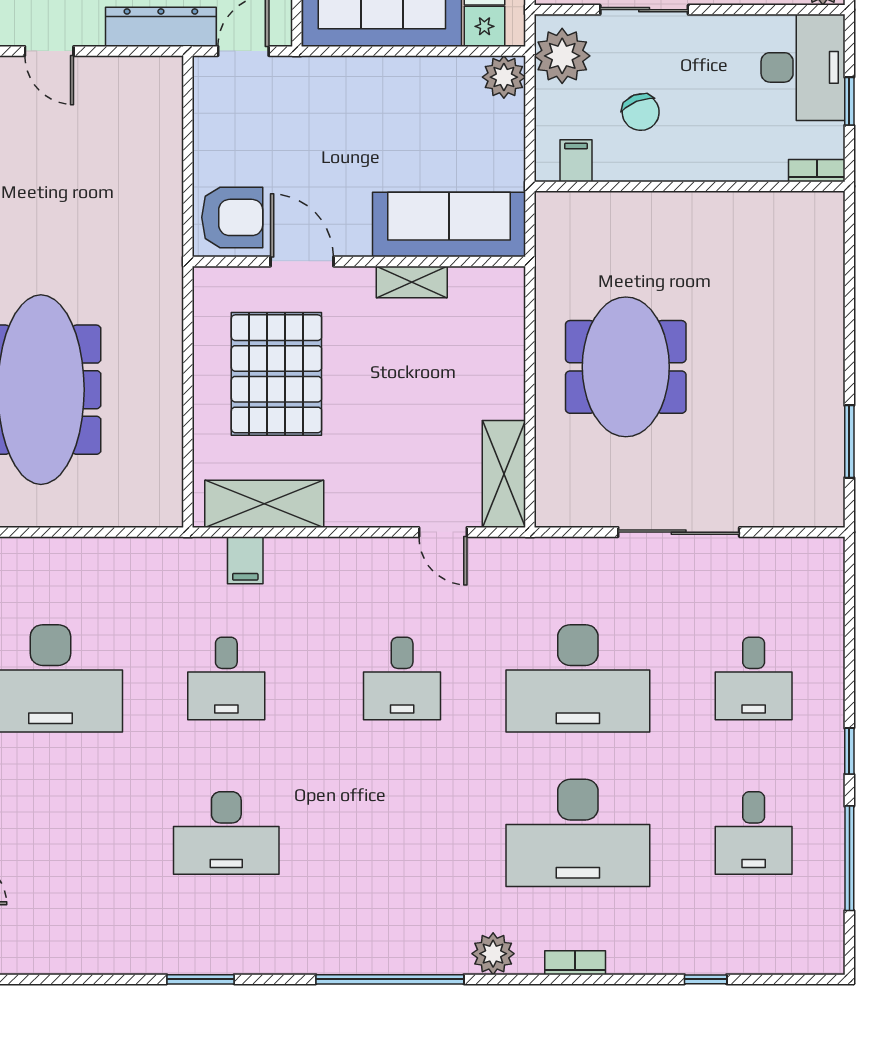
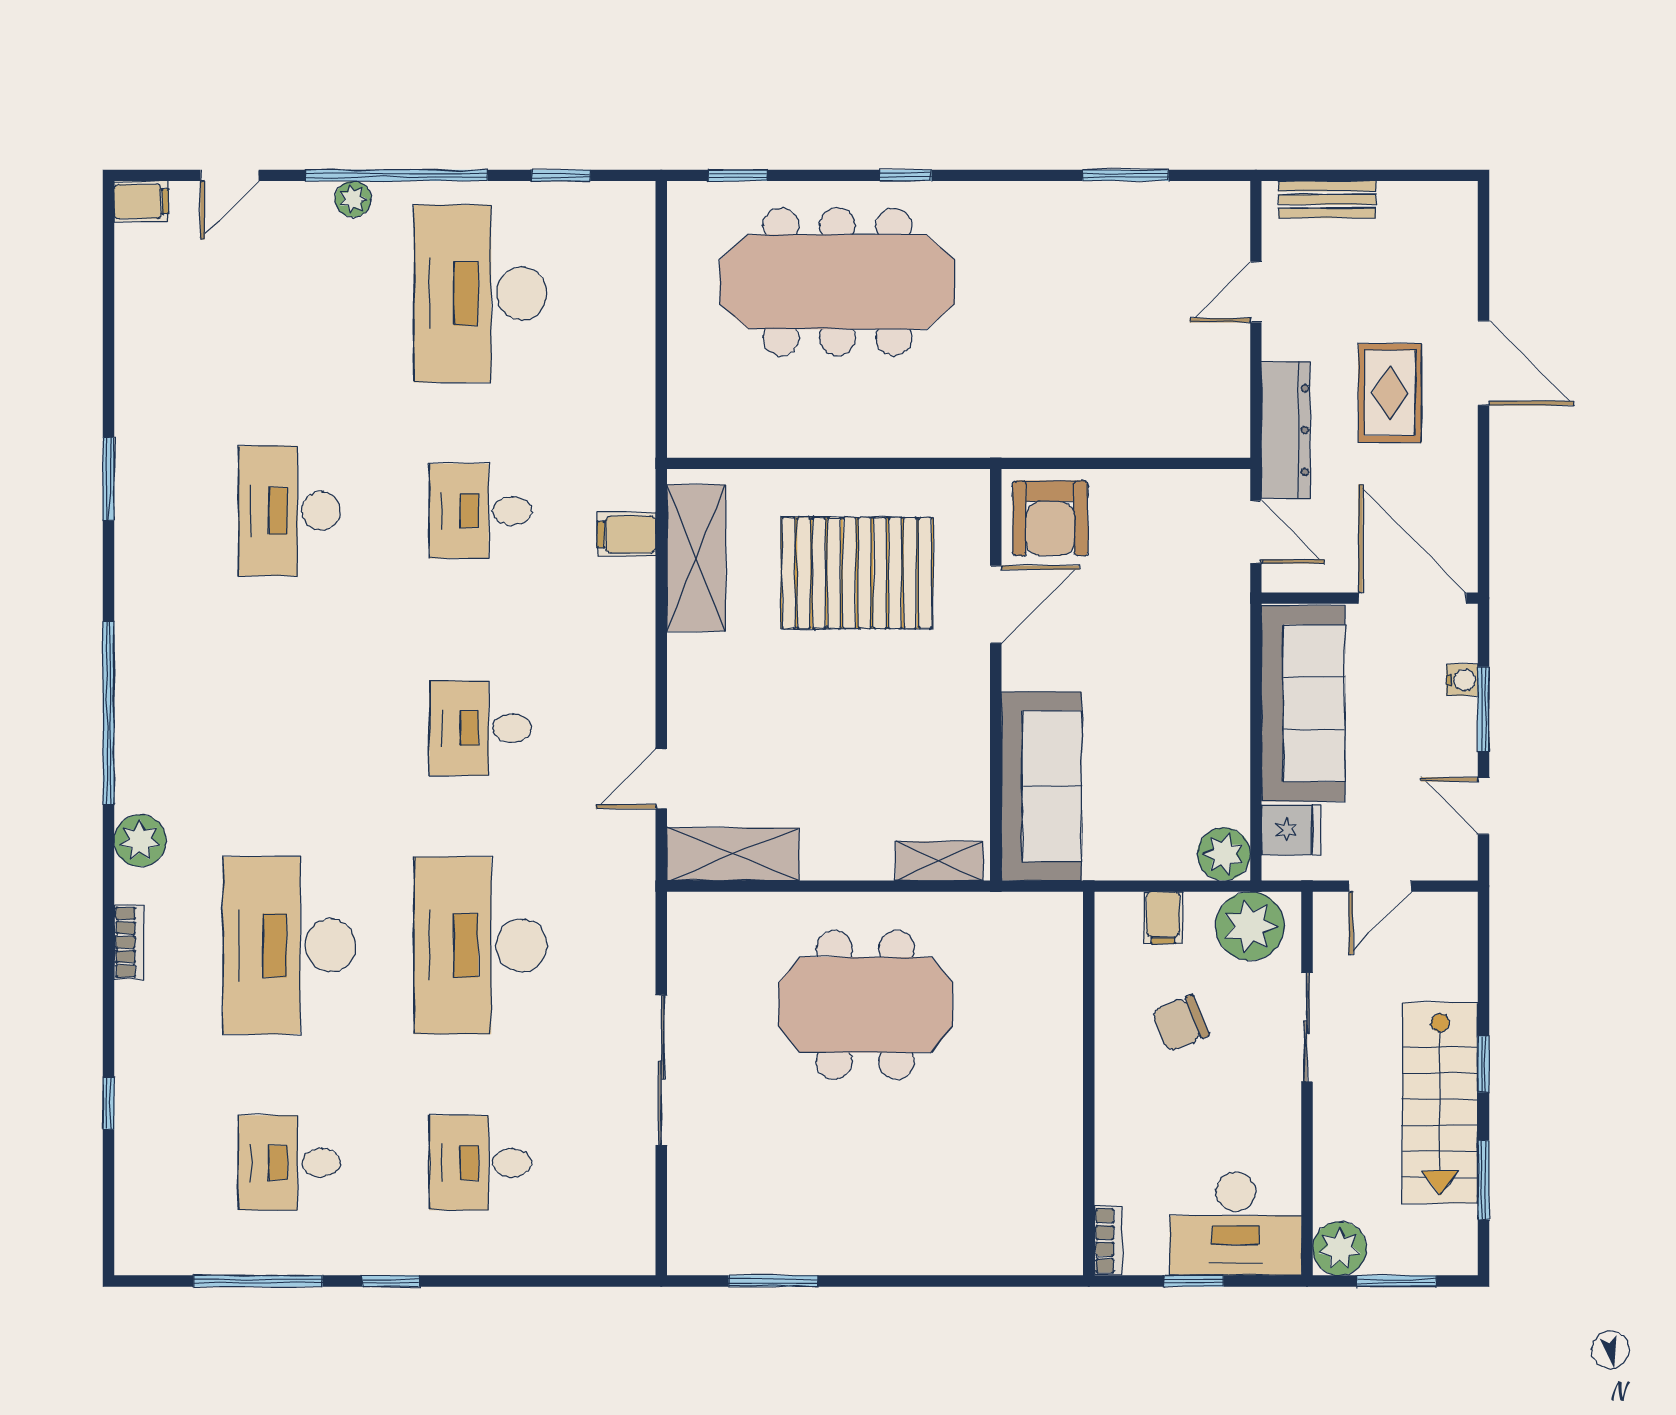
filing cabinet: (576, 161) -> (1163, 918), moved, turned 90
shelving: (412, 282) -> (939, 861), moved, turned 90

